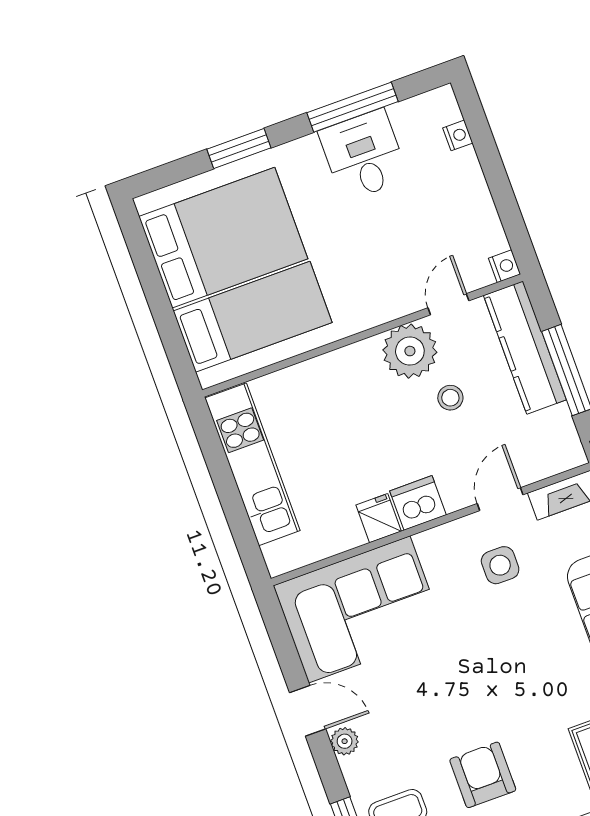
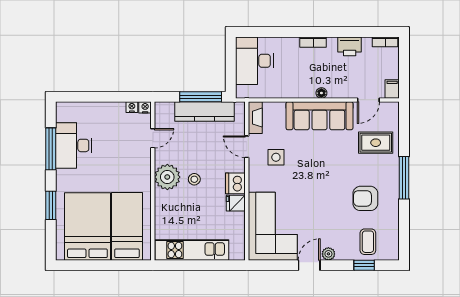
nightstand: (458, 135) -> (132, 107), moved
desk: (364, 155) -> (74, 145), width x1.37
door: (448, 304) -> (153, 138), swing flipped
kitchen counter: (525, 348) -> (204, 111), moved
plant: (410, 351) -> (167, 177), moved
stool: (450, 398) -> (194, 179), moved

